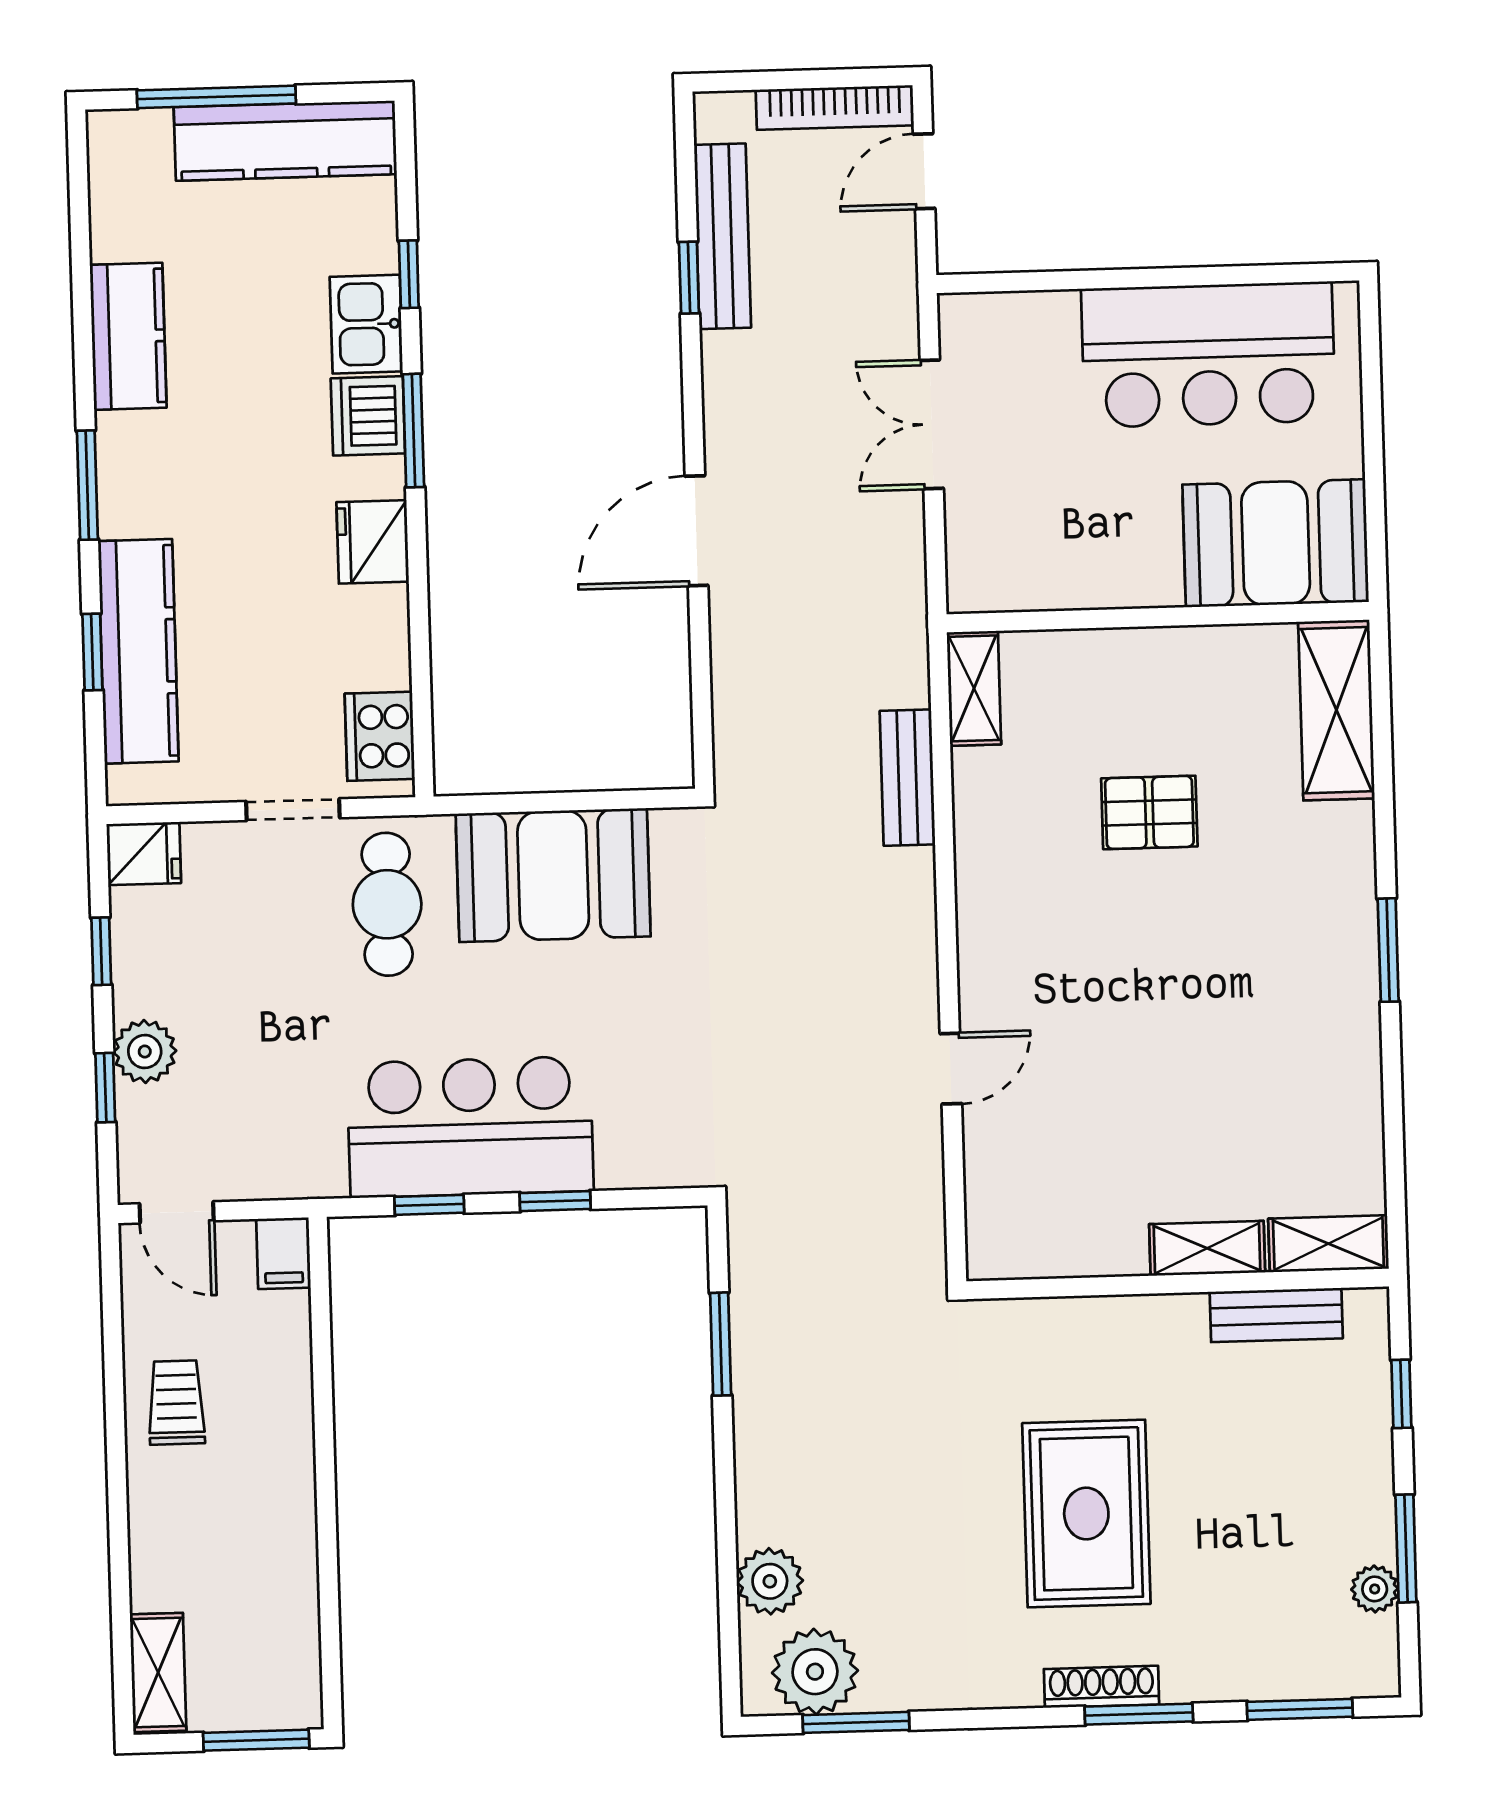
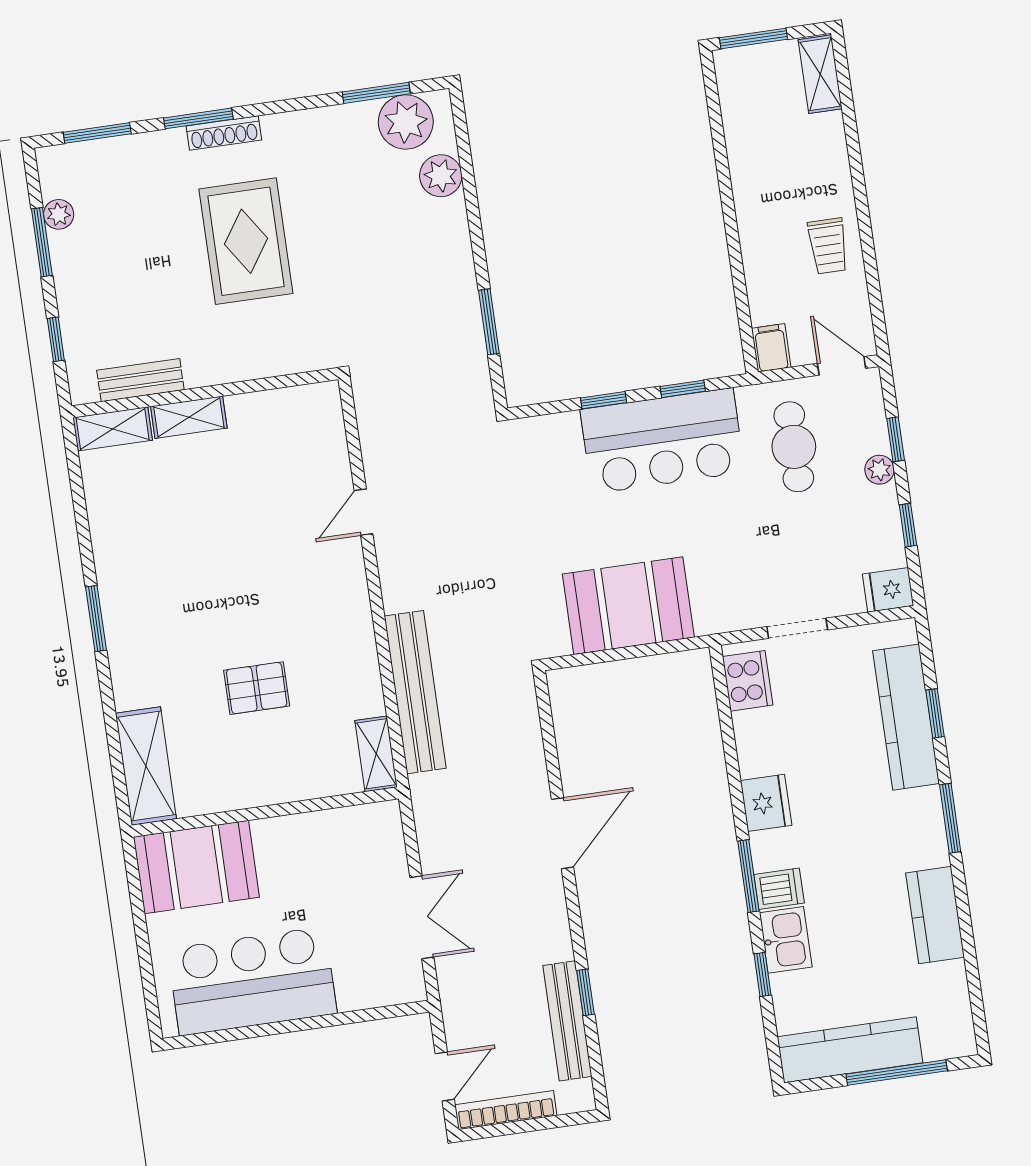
dishwasher: (368, 416) -> (779, 889), width x0.73
bench: (907, 778) -> (415, 692), width x1.86, depth x1.21
cafe table: (387, 904) -> (794, 447), moved
plant: (145, 1052) -> (879, 470), width x0.73, depth x0.73

